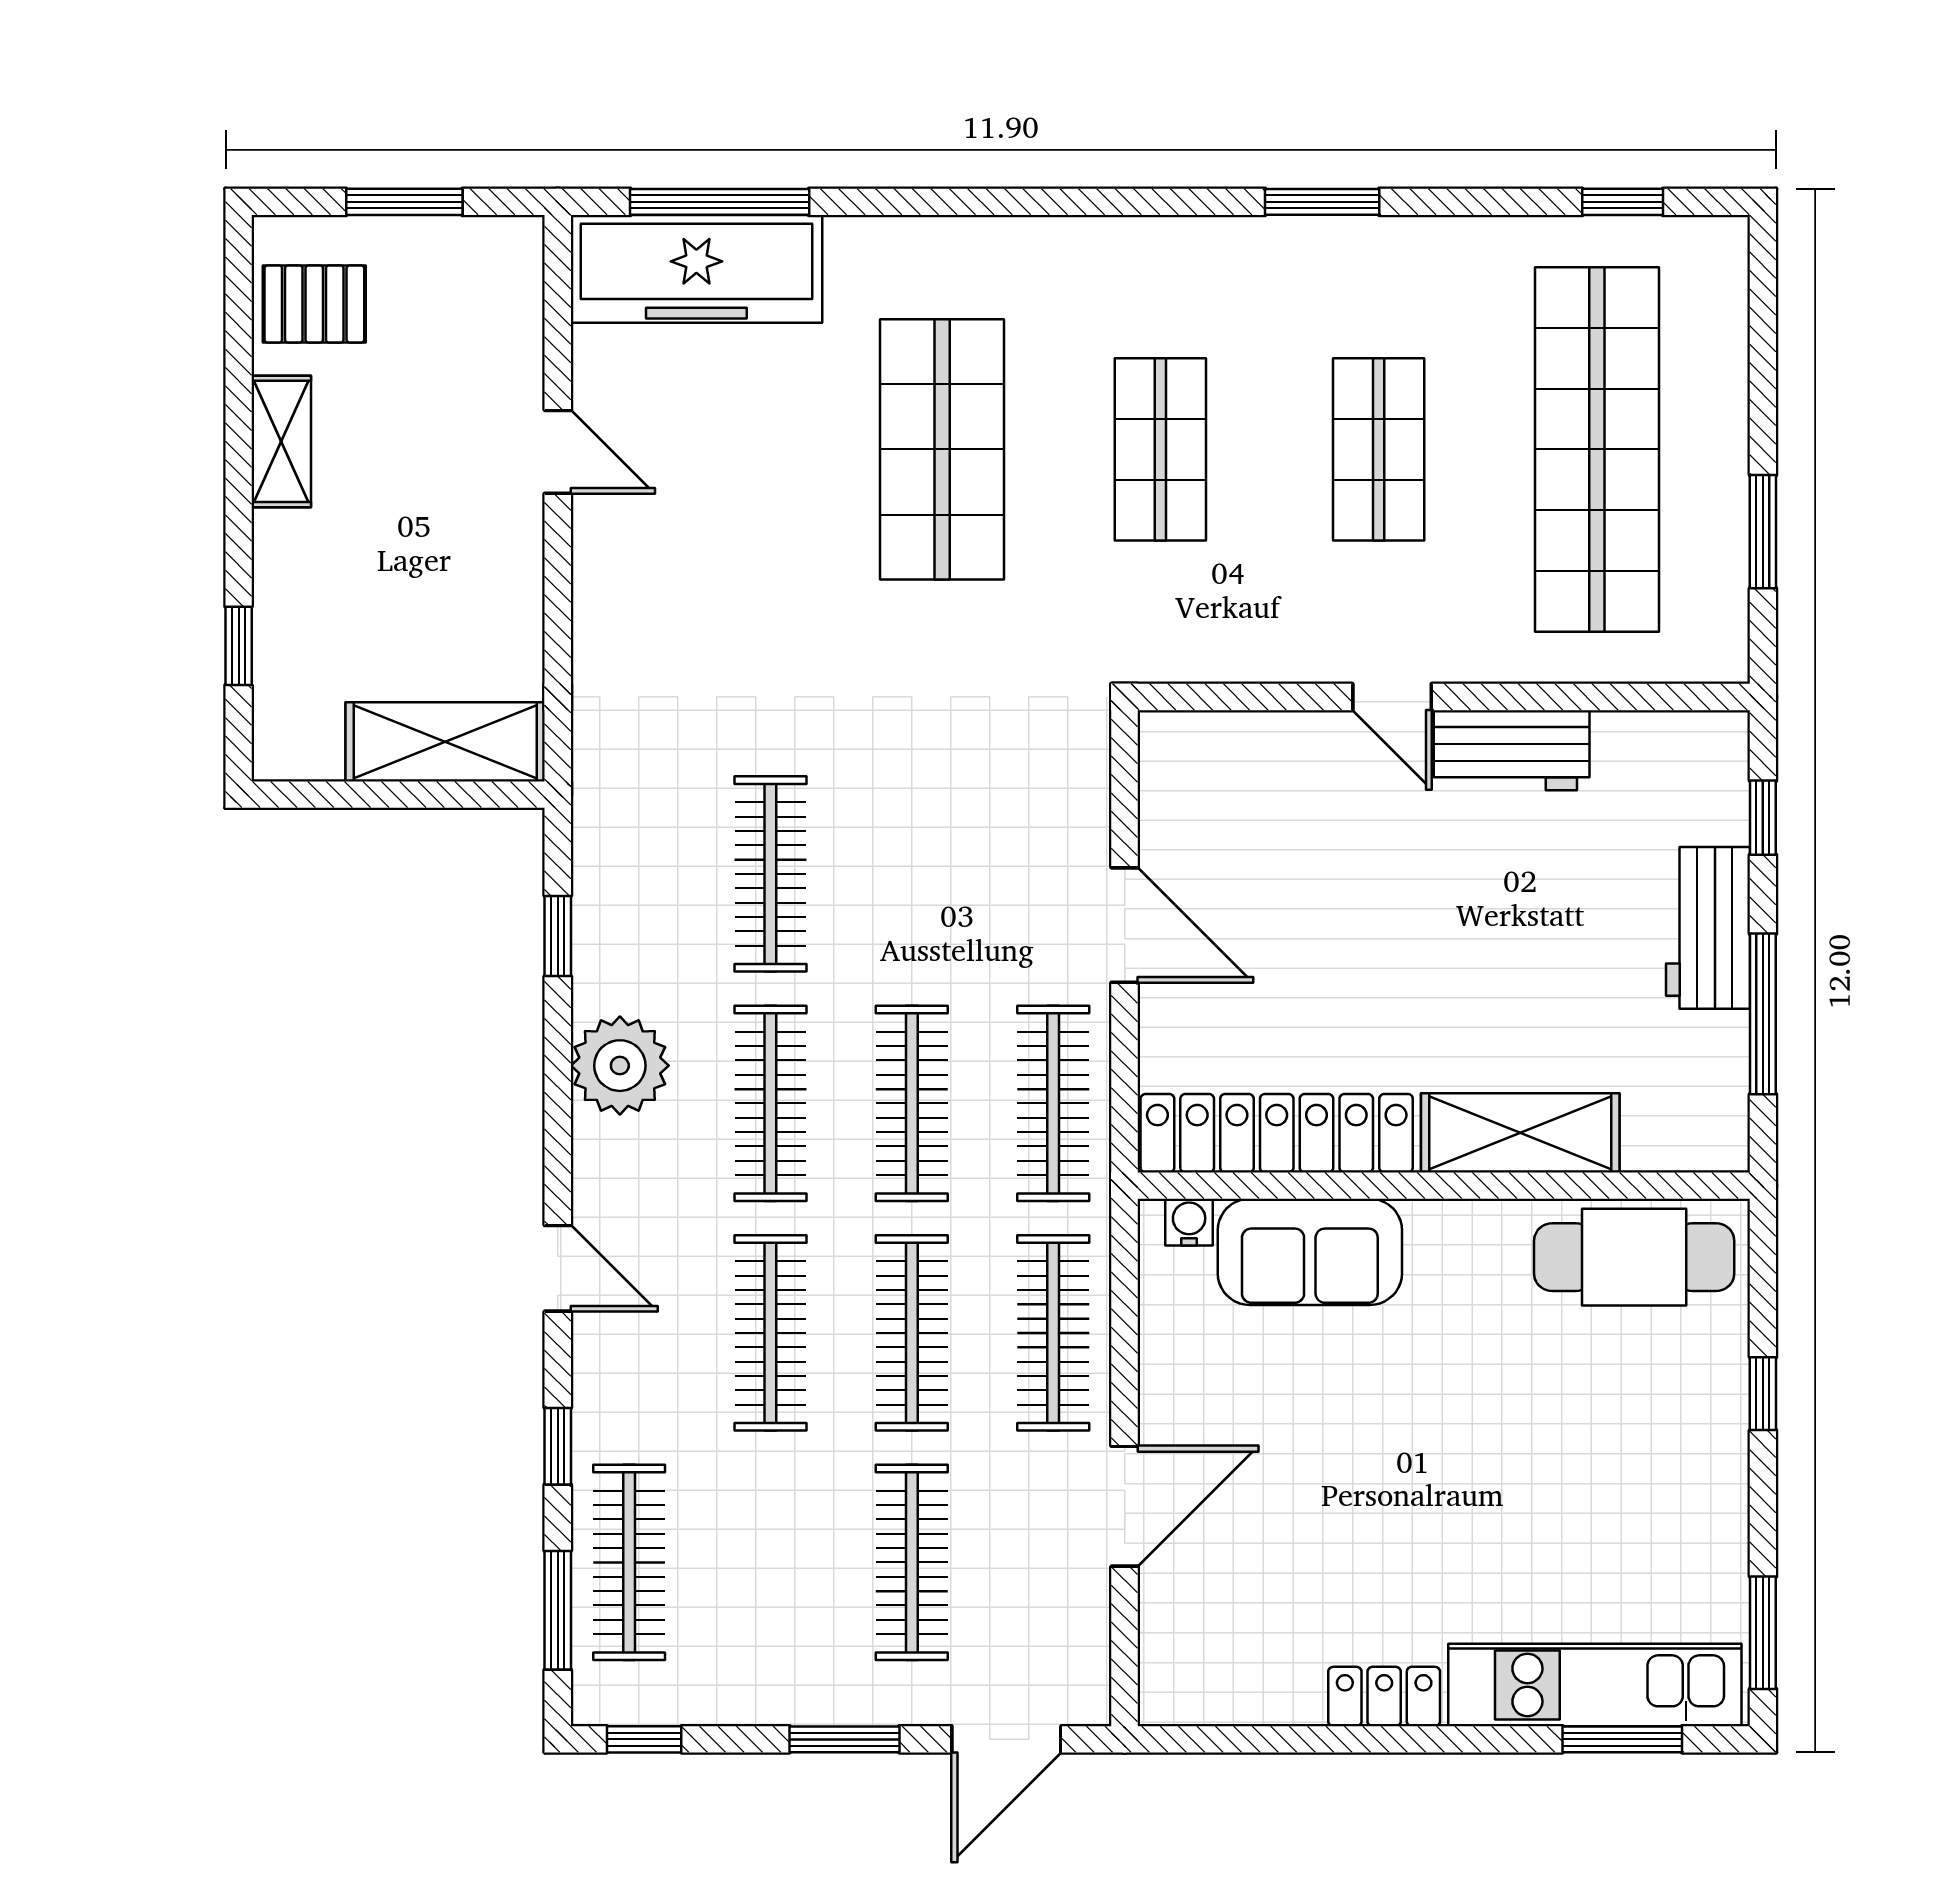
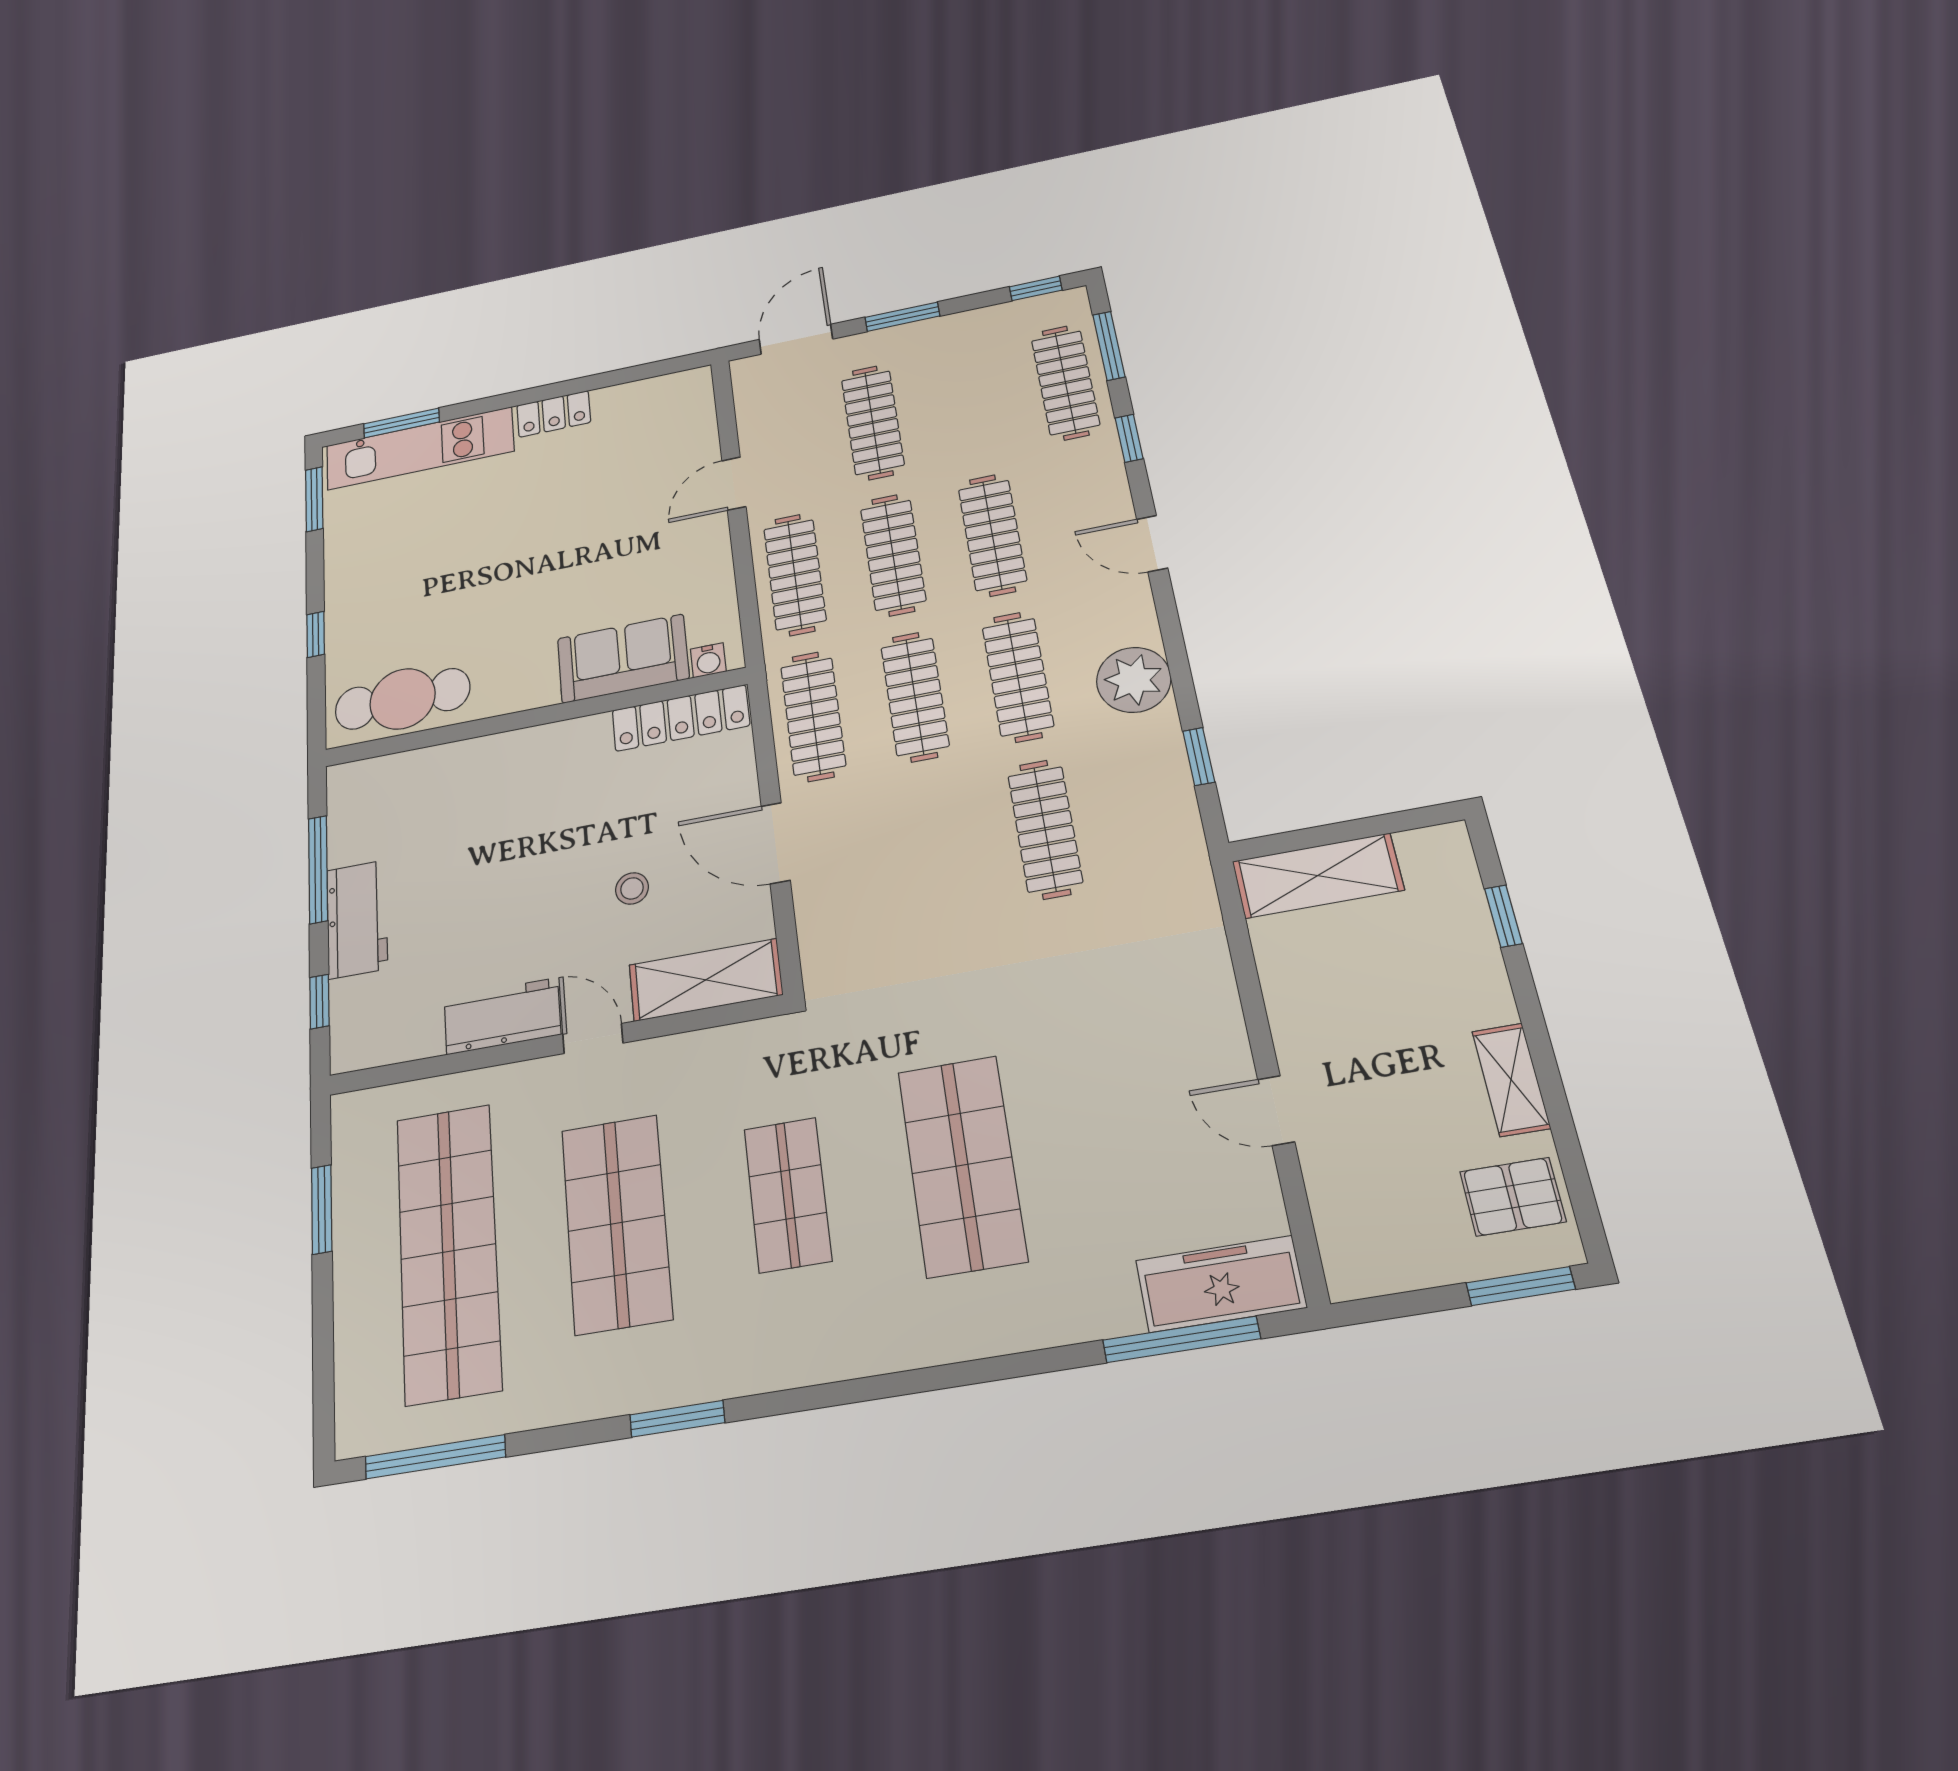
window: (404, 202) -> (1521, 1286), moved
window: (1623, 202) -> (435, 1457), width x2.17
freezer: (696, 269) -> (1221, 1284), width x0.73, depth x0.79
shop shelf: (1379, 449) -> (616, 1223), width x1.43, depth x1.36
stool: (1324, 898) -> (632, 888), added
locker: (1277, 1133) -> (681, 718), width x0.71, depth x0.83
shelving: (1520, 1133) -> (706, 980), moved
door: (1125, 1506) -> (734, 484), width x0.73

